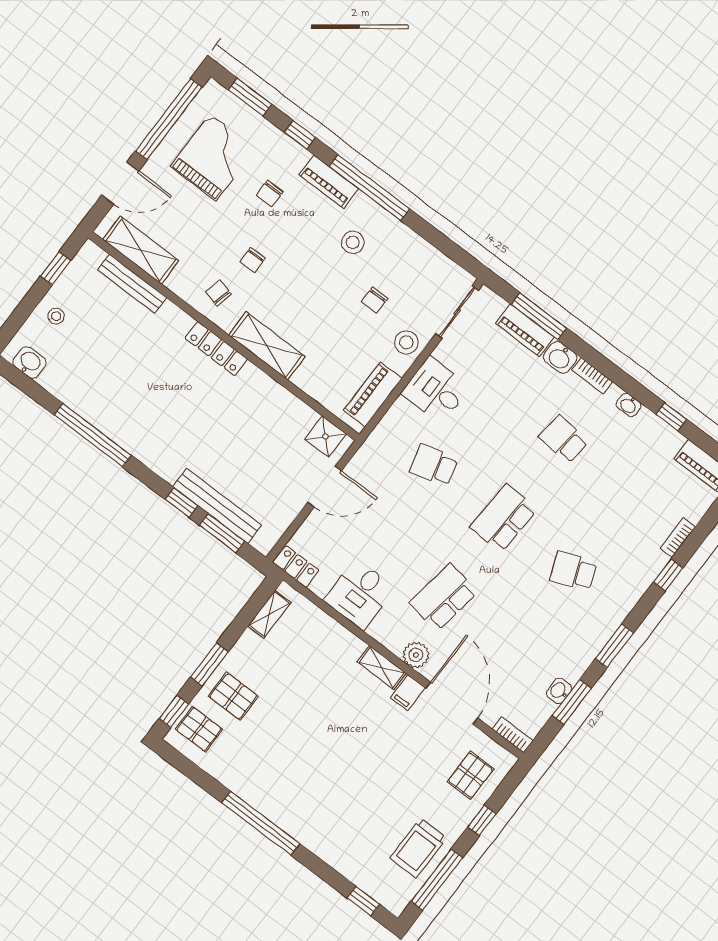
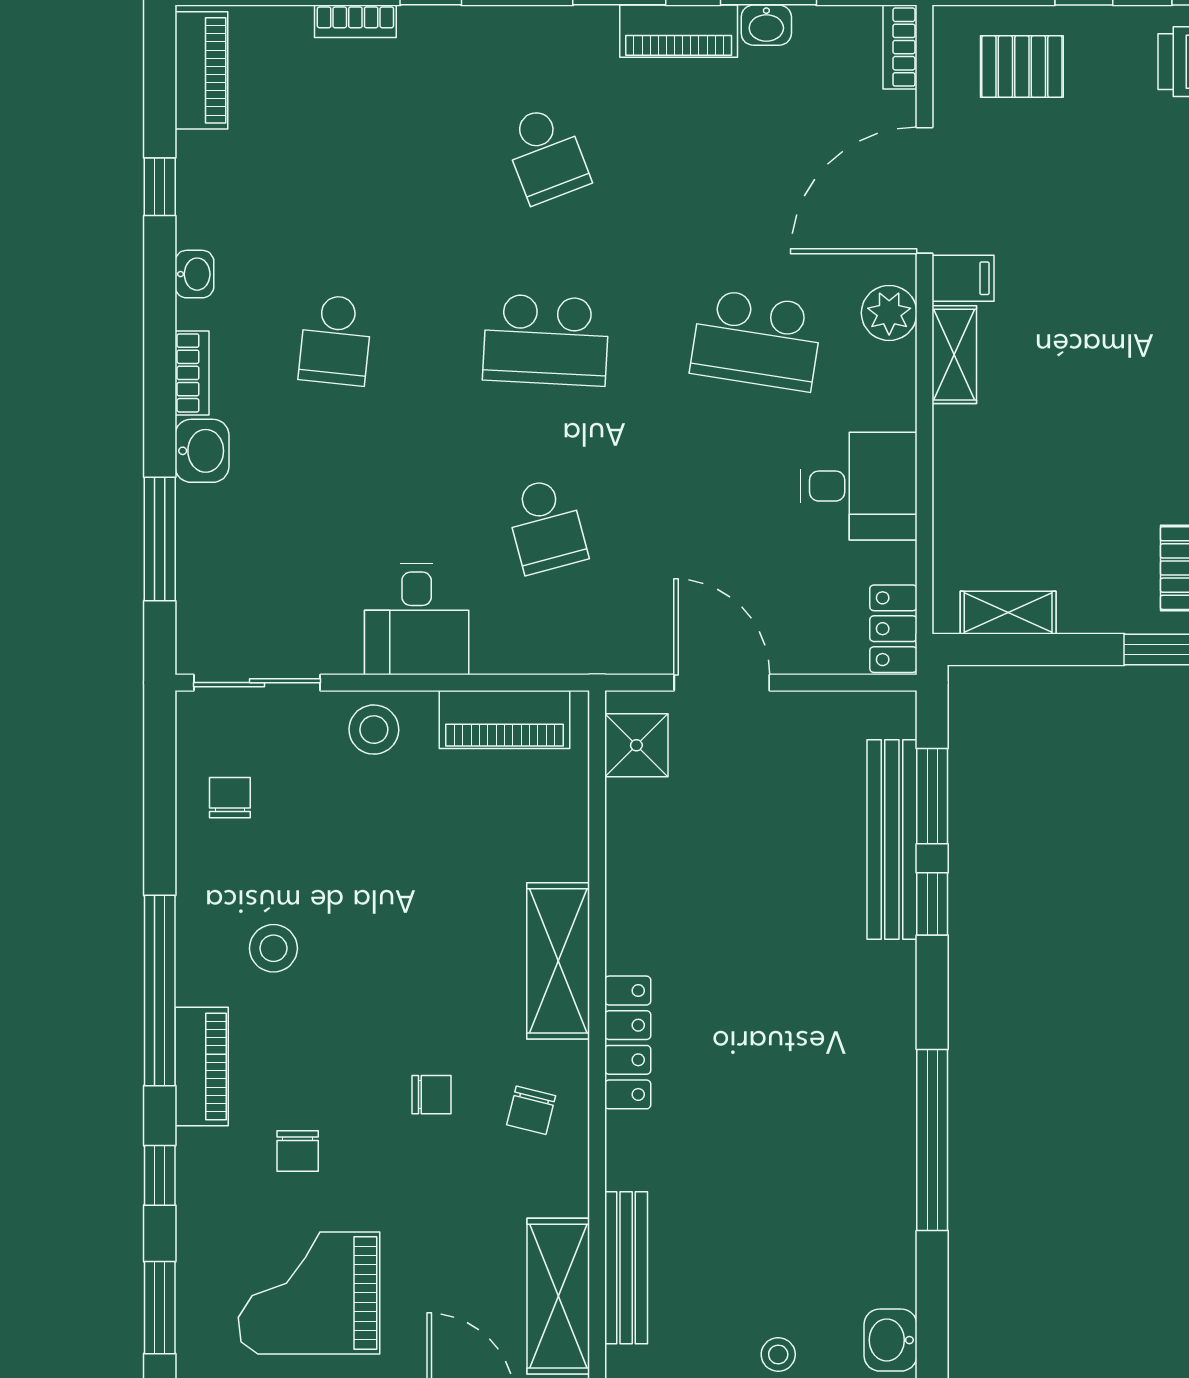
chair: (270, 194) -> (298, 1151), turned 90
chair: (374, 300) -> (230, 798), moved, turned -90
piano: (525, 330) -> (679, 31), moved, turned 90

